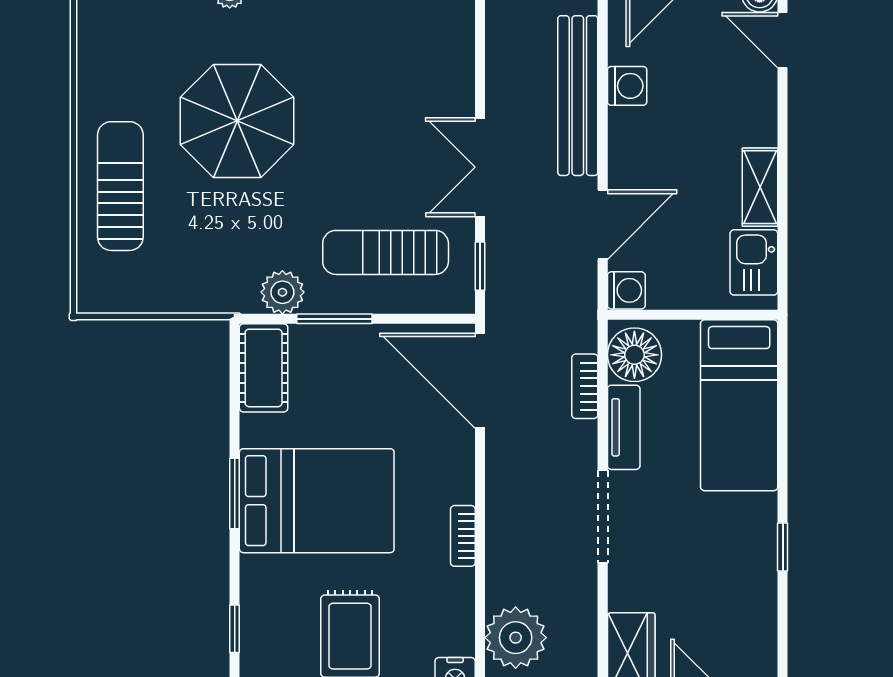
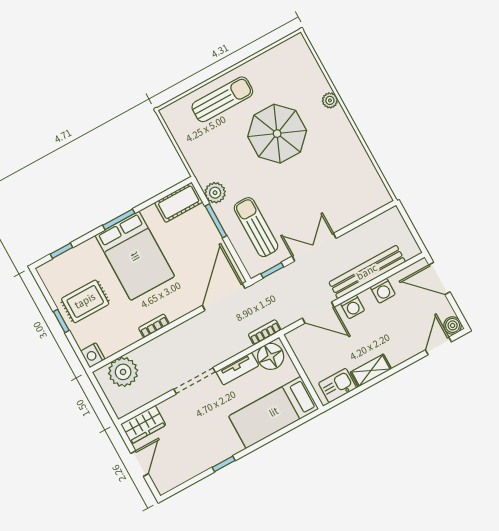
washing machine: (626, 290) -> (353, 307), moved
bookcase: (585, 386) -> (265, 332), moved

